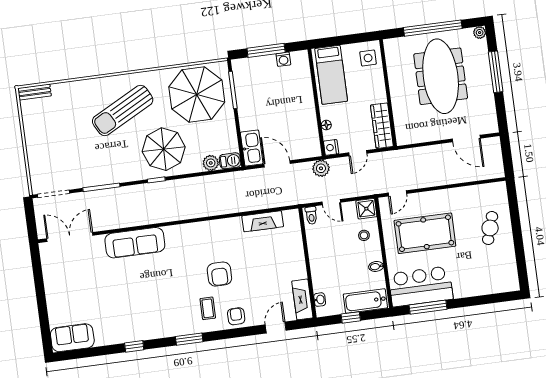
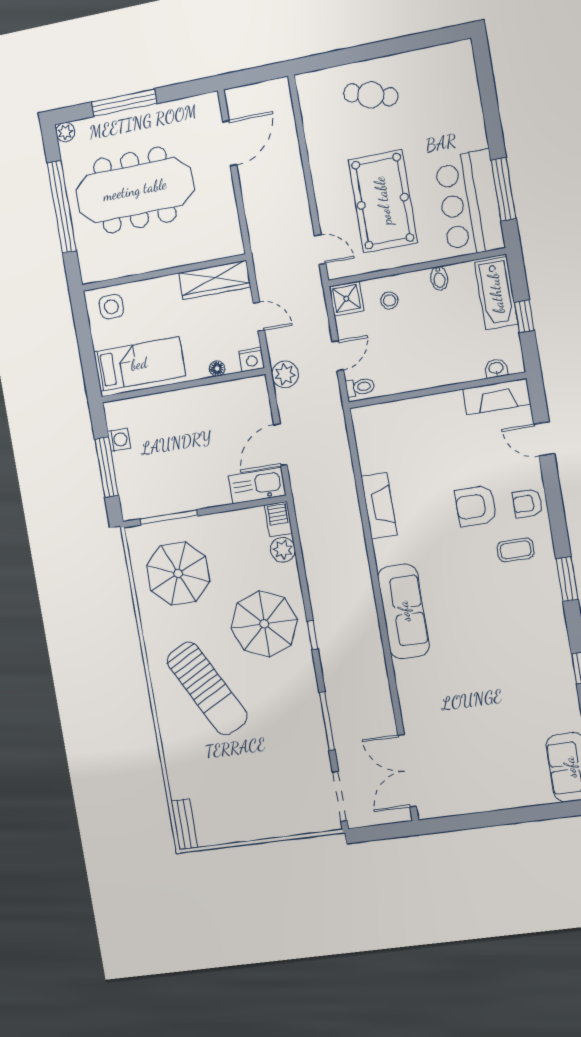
parasol: (197, 95) -> (178, 574), width x0.73, depth x0.73
fireplace: (263, 221) -> (379, 506), moved
sofa: (135, 243) -> (404, 611), moved
armchair: (219, 274) -> (476, 506), moved, turned 180

